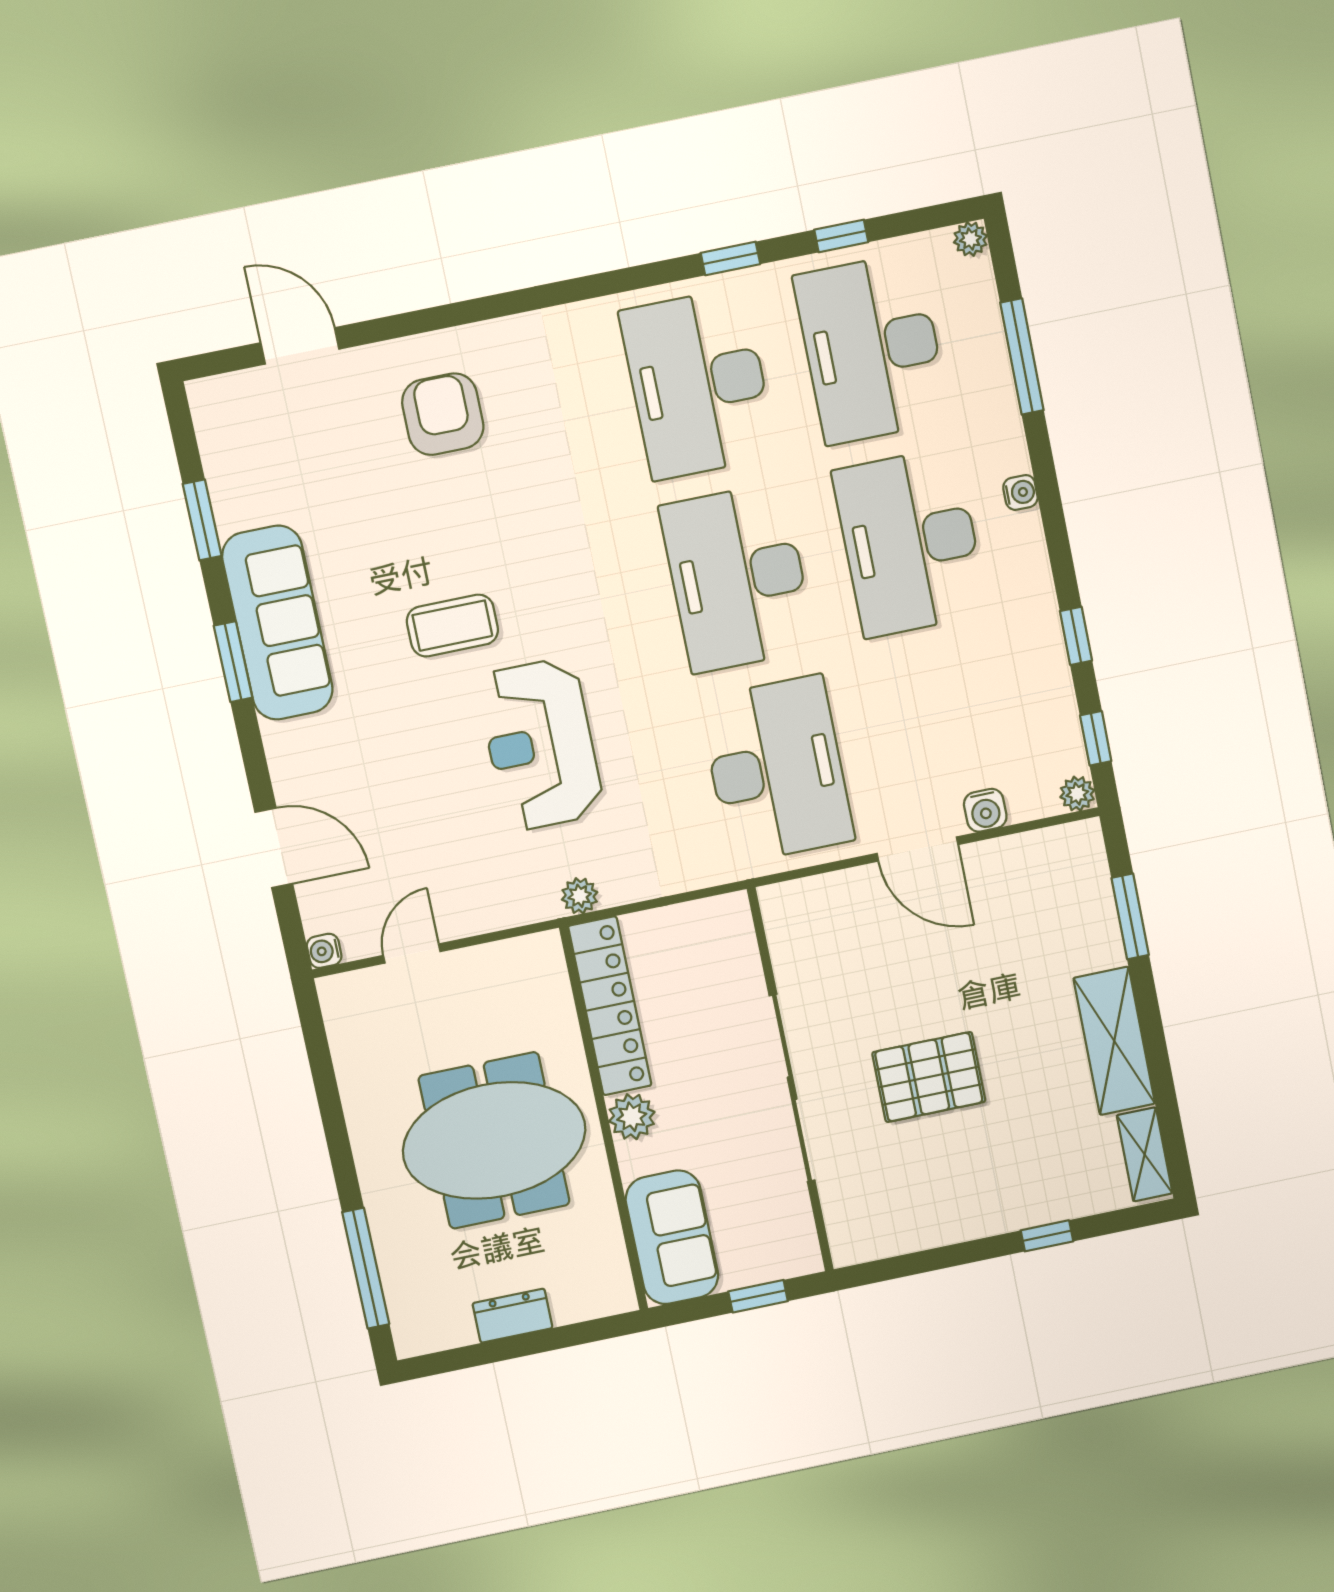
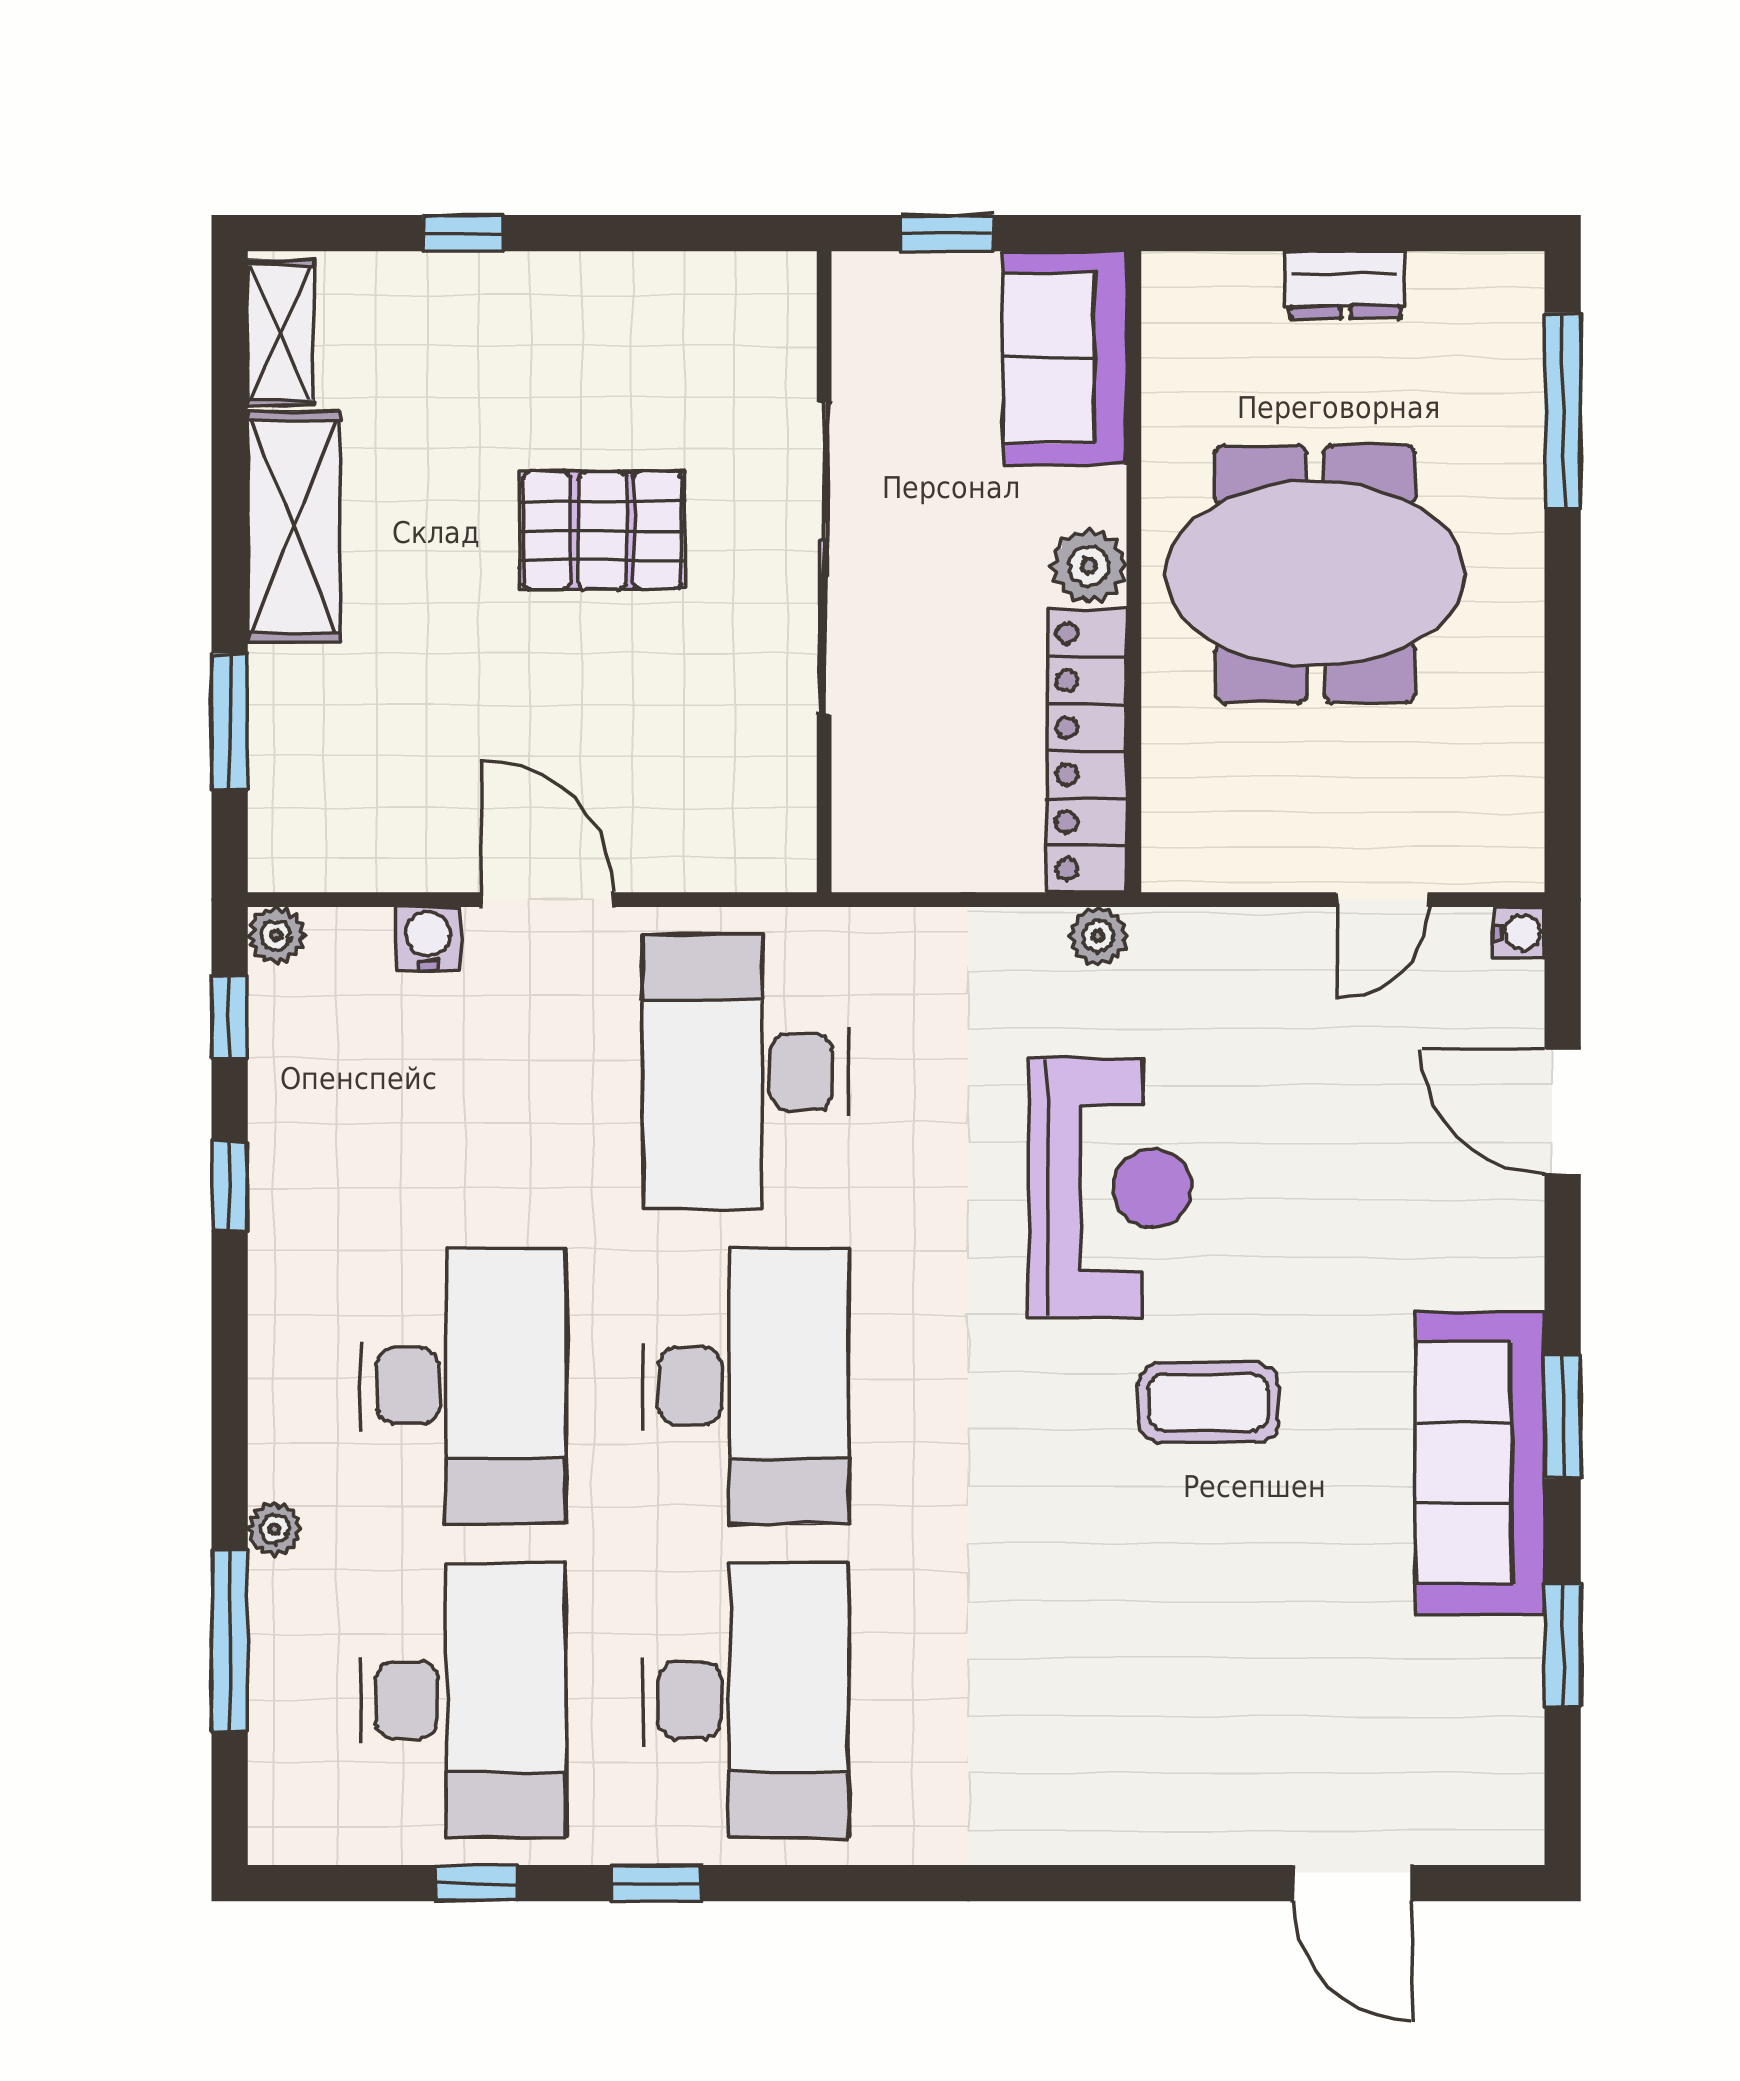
plant: (970, 239) -> (275, 1529), moved
armchair: (443, 414) -> (1154, 1733), removed
water cooler: (1020, 492) -> (273, 1429), removed

